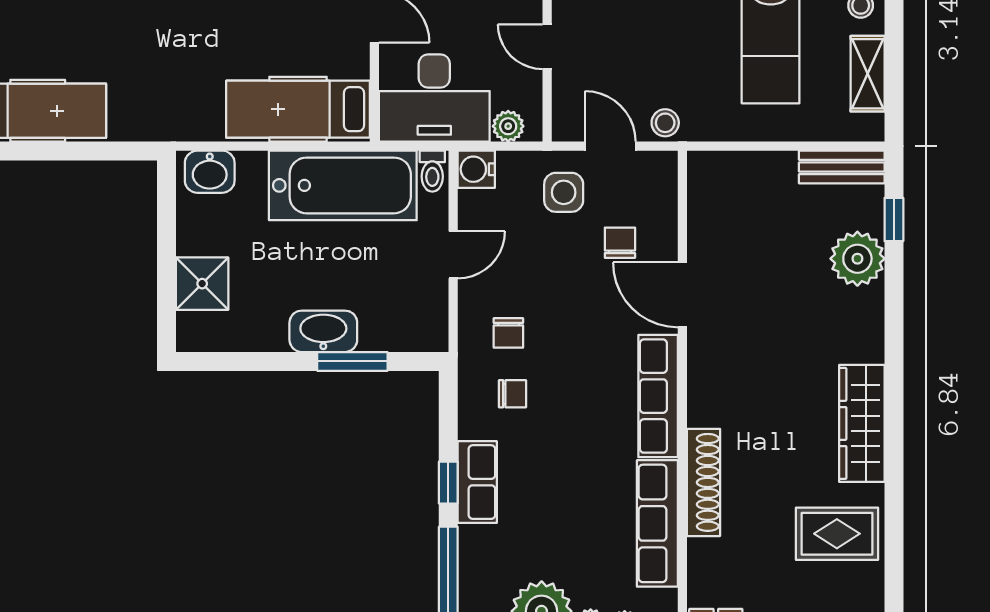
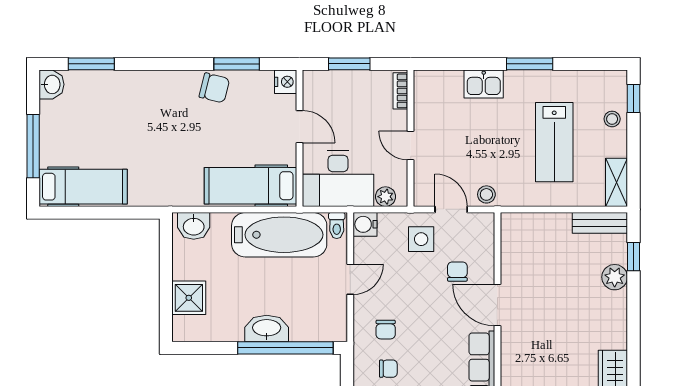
shelving: (868, 74) -> (617, 182), moved
plant: (857, 259) -> (615, 277), width x0.73, depth x0.73
window: (352, 361) -> (285, 348), width x2.11

